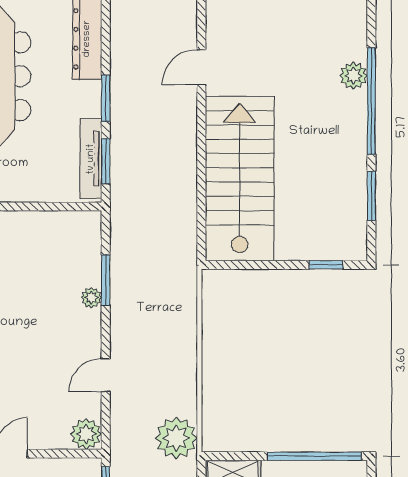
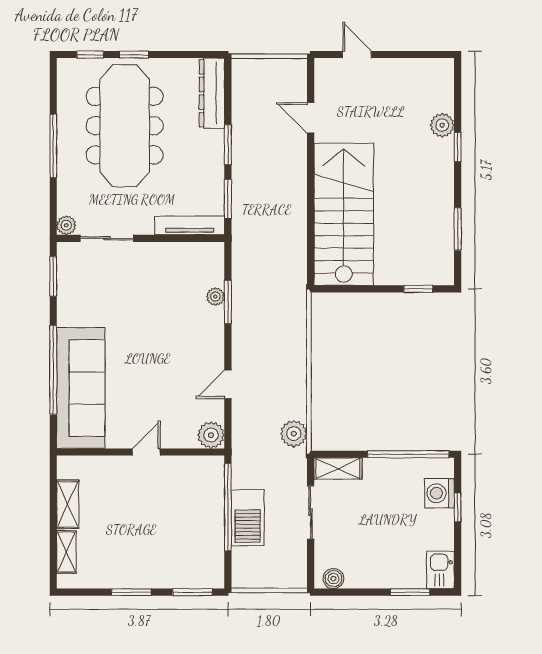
door: (201, 67) -> (311, 118), hinge flipped
window: (371, 101) -> (458, 147), width x0.32
tv unit: (91, 159) -> (190, 225), moved, turned 90
plant: (91, 297) -> (215, 296), moved
plant: (176, 438) -> (294, 434), width x0.73, depth x0.73

